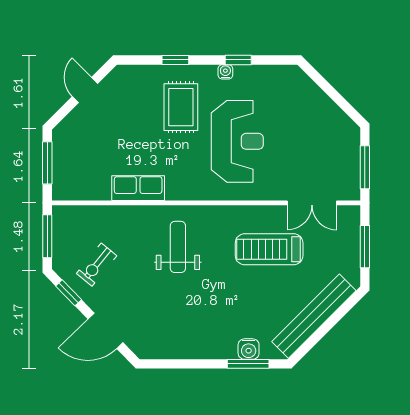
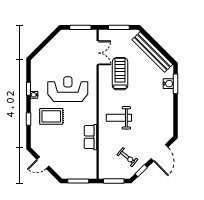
treadmill: (269, 249) -> (120, 74), turned 180

